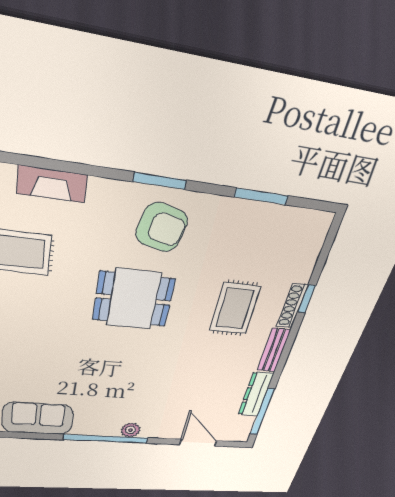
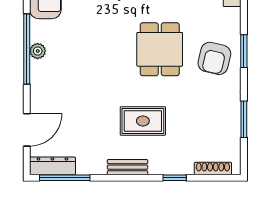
shoe rack: (292, 306) -> (213, 169), moved
rug: (235, 309) -> (143, 121), moved
dresser: (256, 394) -> (52, 166), moved
plant: (131, 430) -> (38, 51), moved

